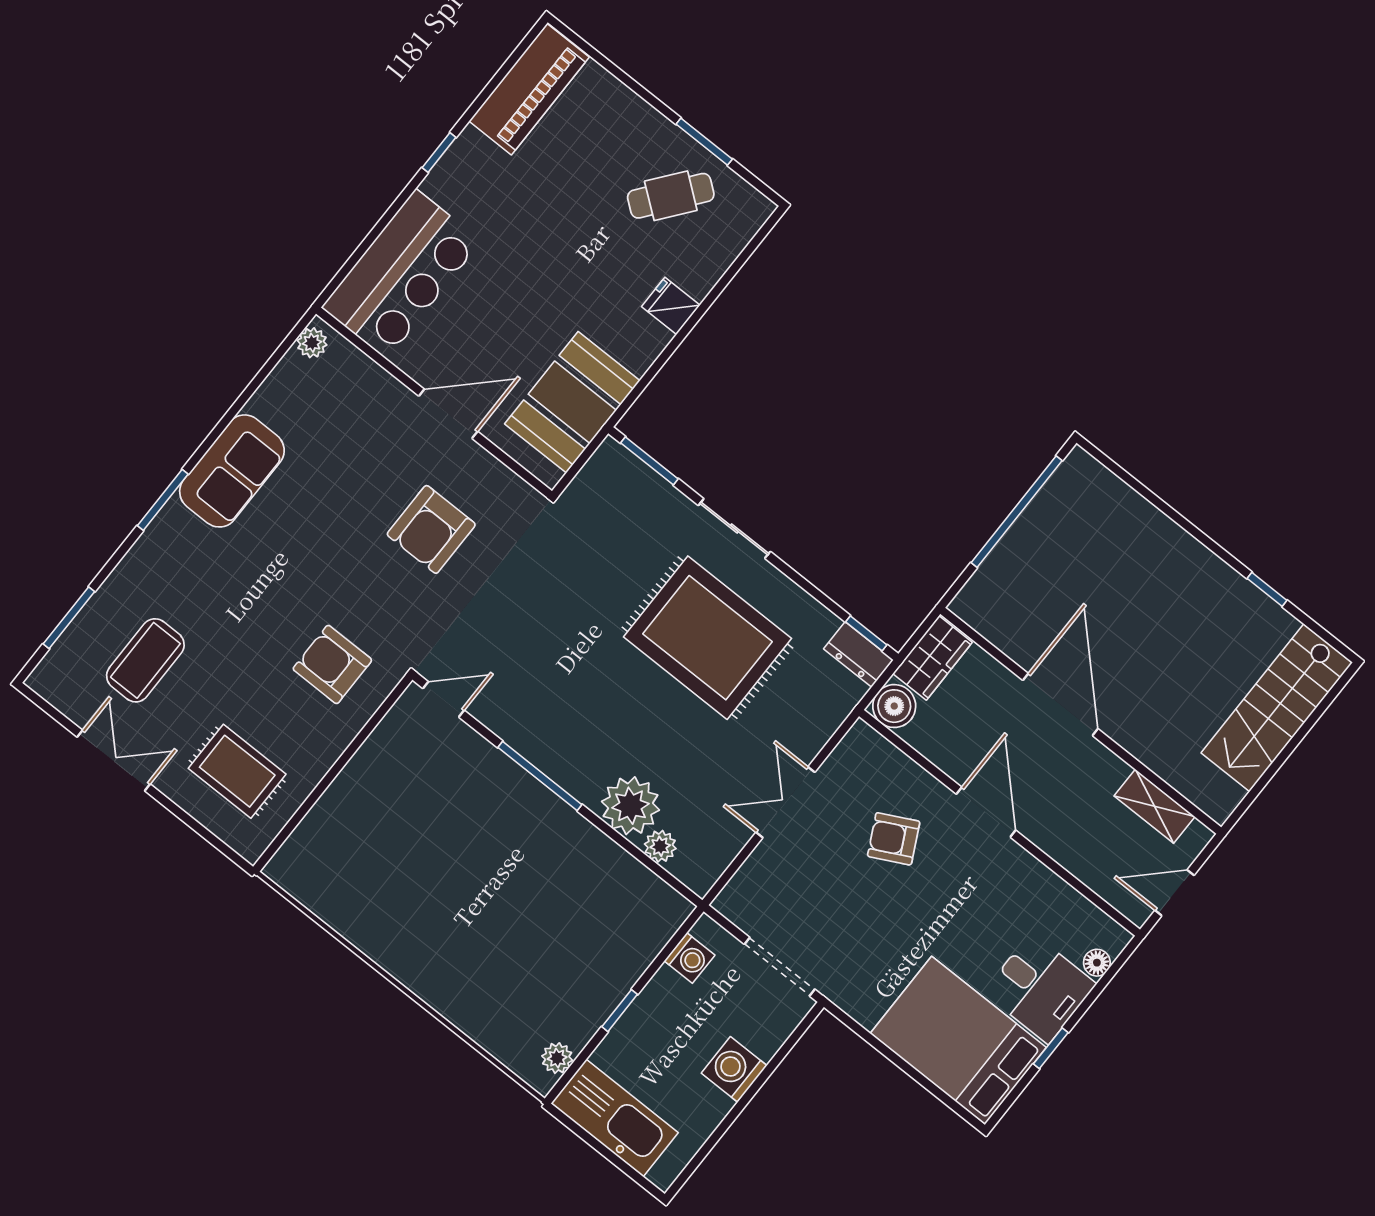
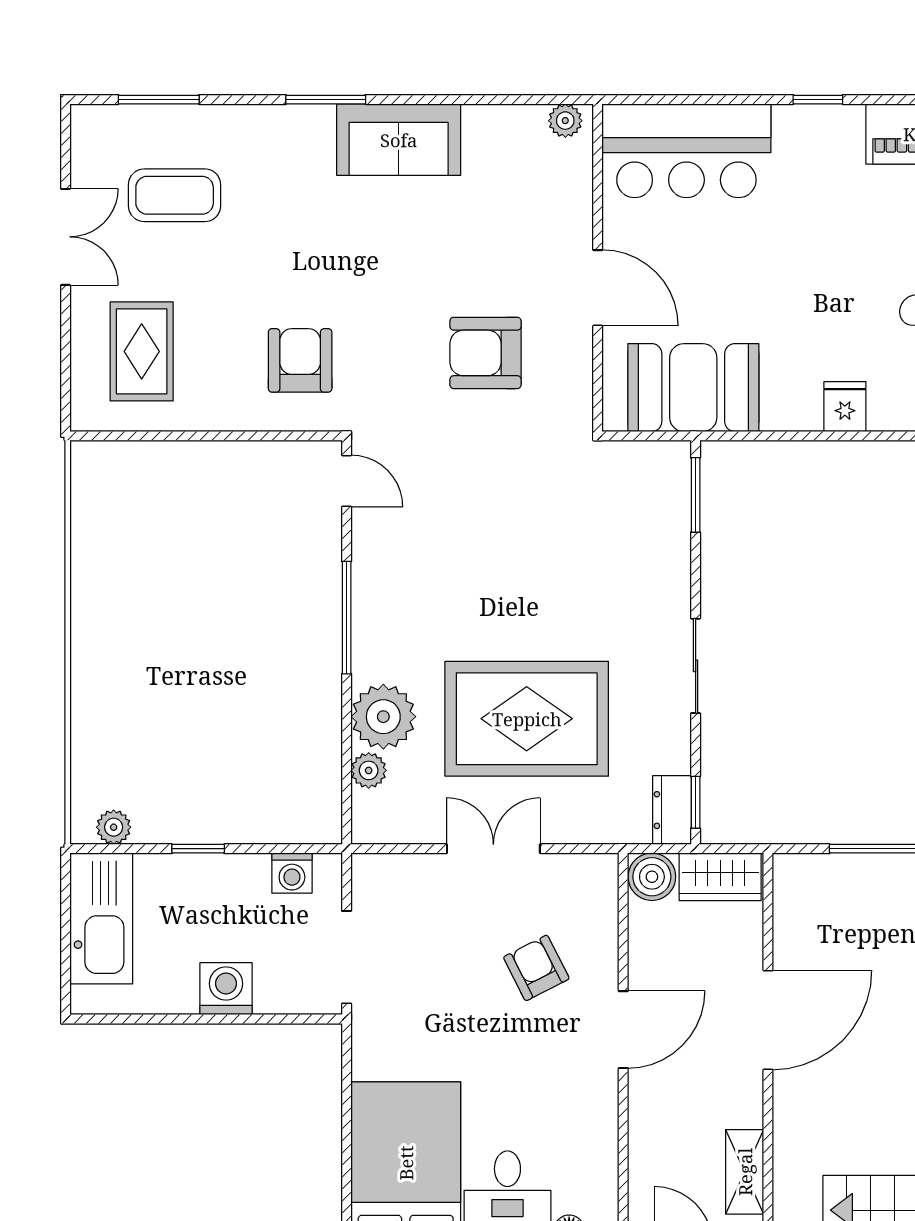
sliding door: (734, 529) -> (696, 666), moved
rug: (707, 638) -> (527, 719), moved, turned 90

